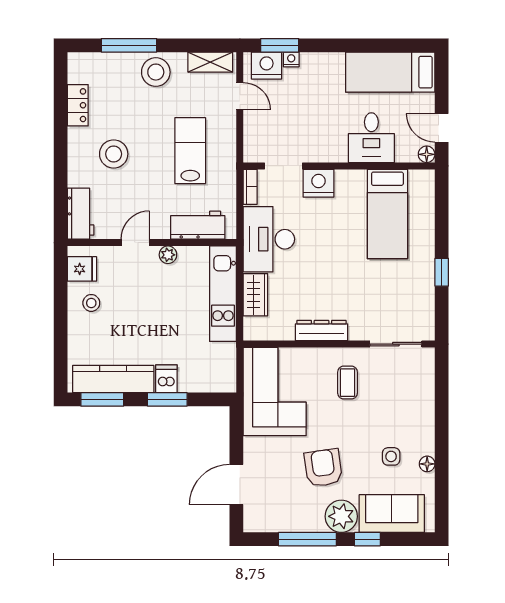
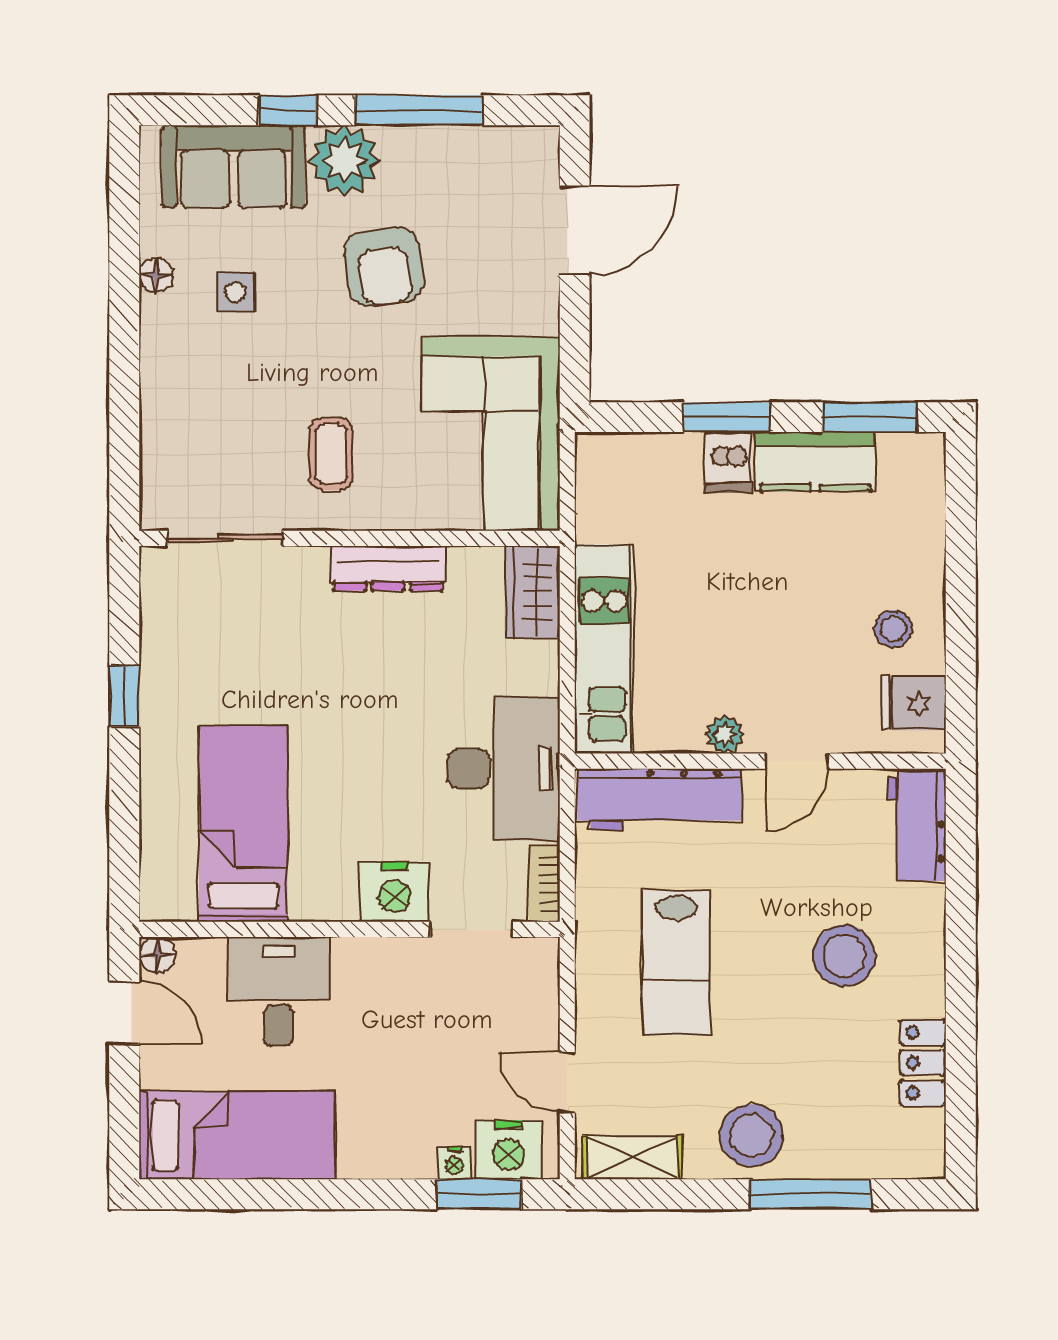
workbench: (198, 225) -> (660, 799), width x1.38
wardrobe: (255, 295) -> (533, 592), moved
kitchen counter: (113, 379) -> (815, 462), width x0.67

